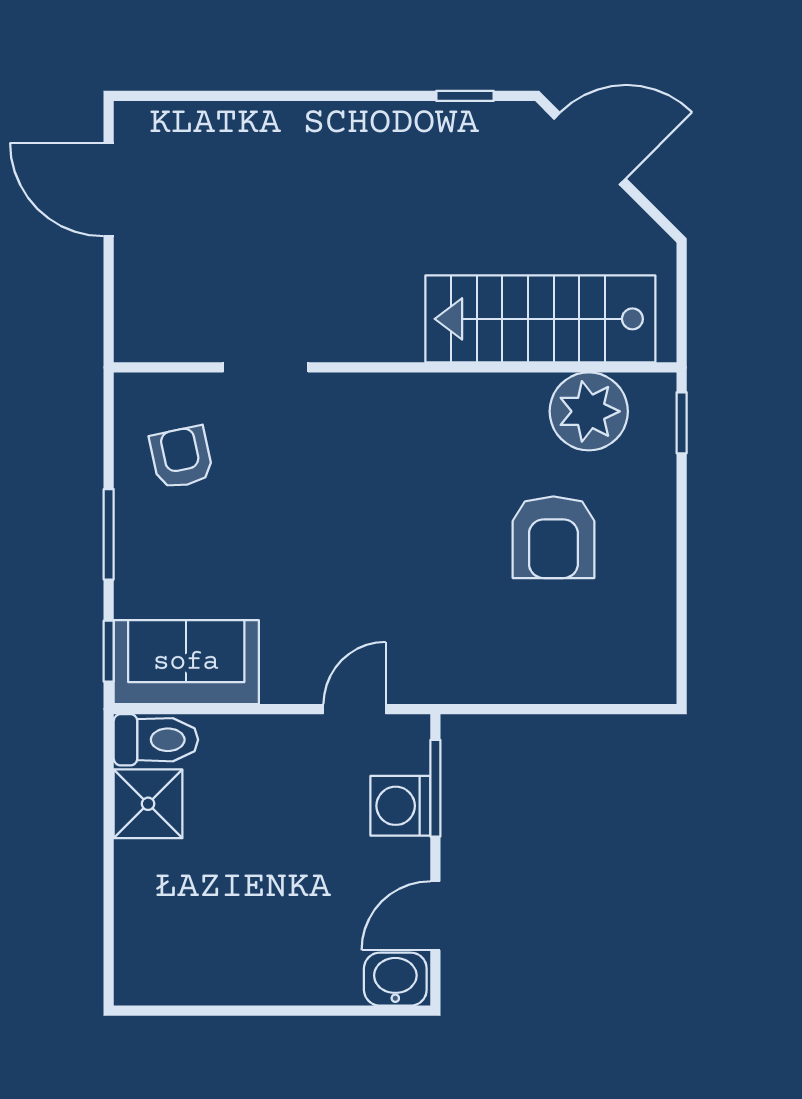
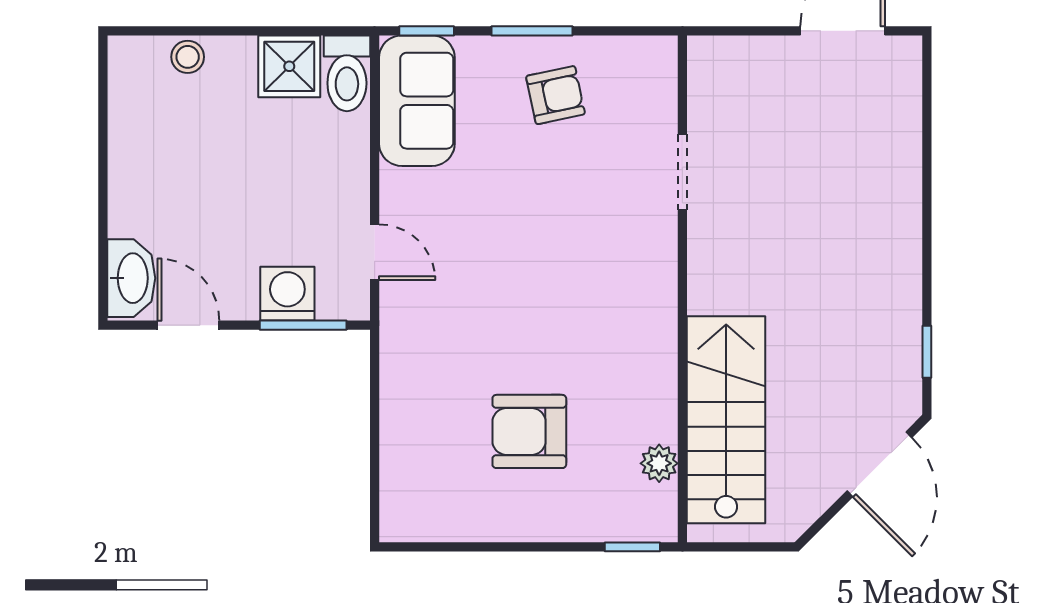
plant: (589, 411) -> (659, 463), width x0.53, depth x0.53
armchair: (181, 457) -> (555, 95), moved
stool: (138, 917) -> (188, 57), added
washbasin: (395, 979) -> (131, 278), width x1.38

